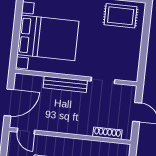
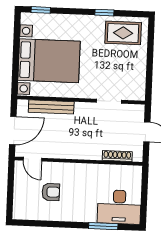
bench: (65, 84) -> (51, 107), moved

